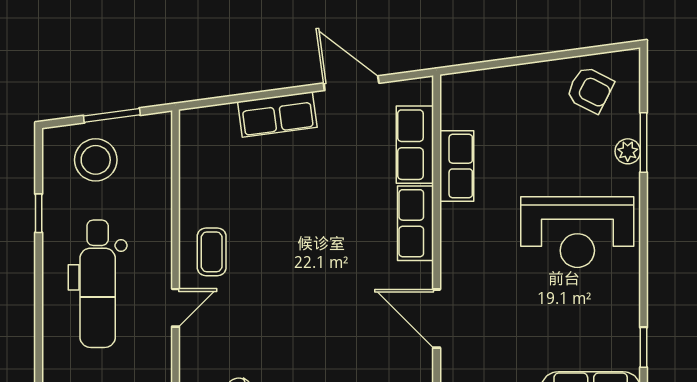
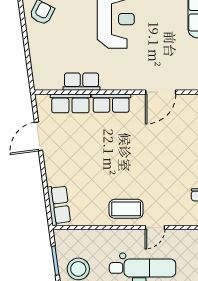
row of seats: (277, 114) -> (59, 205), moved
coffee table: (212, 252) -> (126, 209), width x1.36, depth x1.30
door: (176, 308) -> (155, 228), swing flipped

